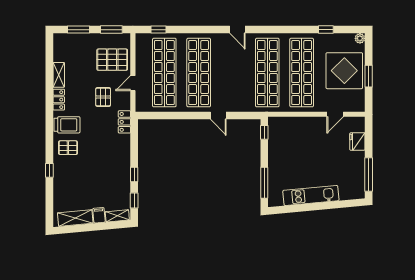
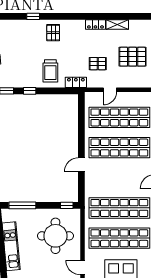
pallet: (112, 60) -> (133, 57), moved, turned 90
door: (133, 83) -> (110, 90), swing flipped
trolley: (67, 125) -> (50, 71), moved
round table: (299, 145) -> (55, 236), added

